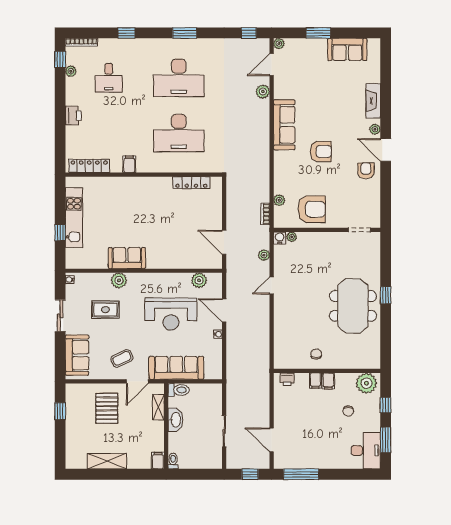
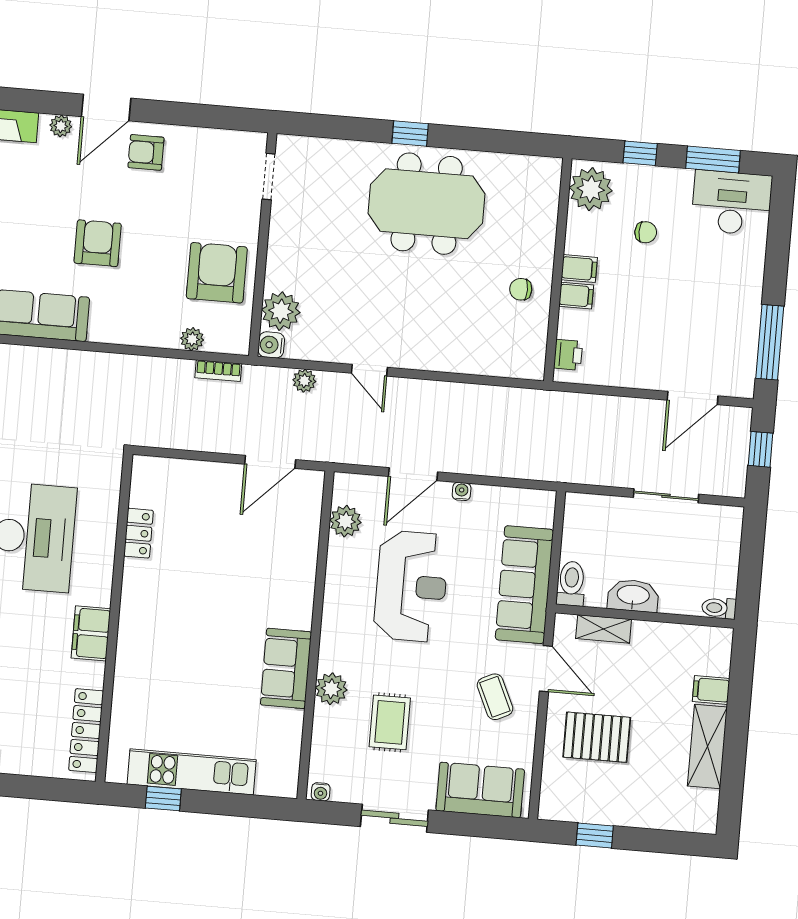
filing cabinet: (129, 164) -> (91, 633), width x2.00
locker: (191, 183) -> (138, 533), width x0.66
window: (60, 233) -> (163, 799), moved
plant: (292, 237) -> (281, 311), width x1.88, depth x1.88
filing cabinet: (158, 461) -> (711, 690), moved

